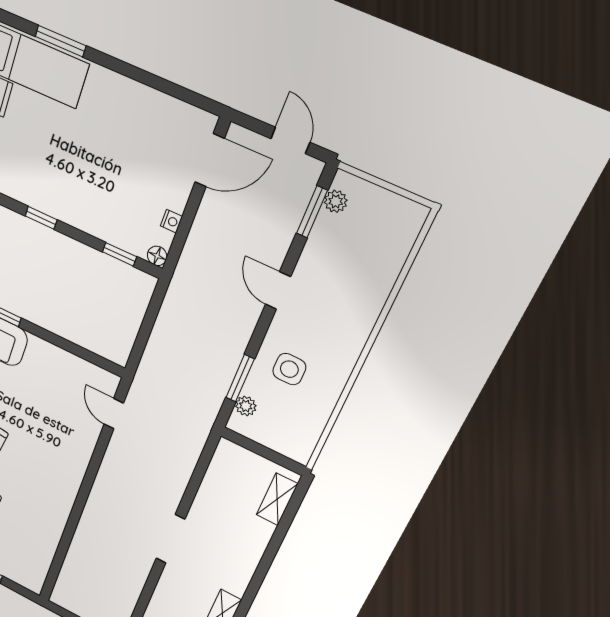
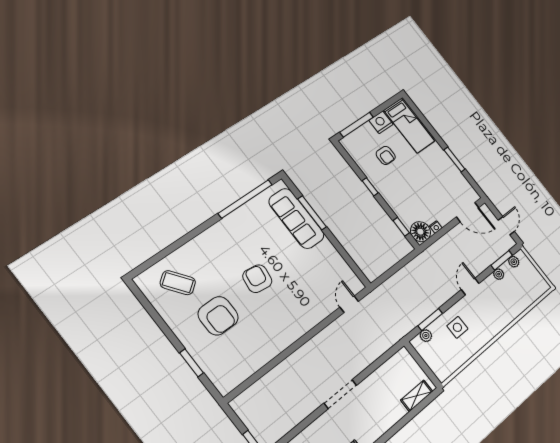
window: (61, 41) -> (454, 159), moved
armchair: (33, 148) -> (386, 155), added
plant: (318, 241) -> (499, 274), added
floor lamp: (157, 256) -> (420, 232), width x1.89, depth x1.89

